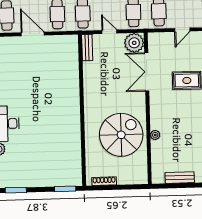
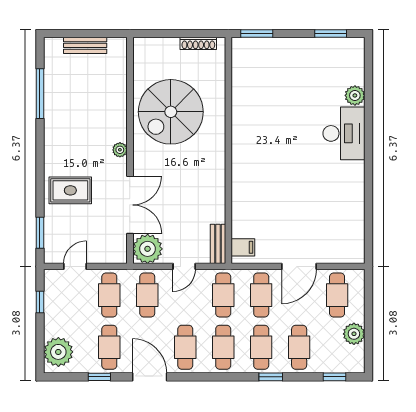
door: (109, 32) -> (184, 266), hinge flipped
door: (33, 34) -> (299, 266), hinge flipped
filing cabinet: (70, 46) -> (243, 247), added
plant: (155, 135) -> (120, 150), moved

